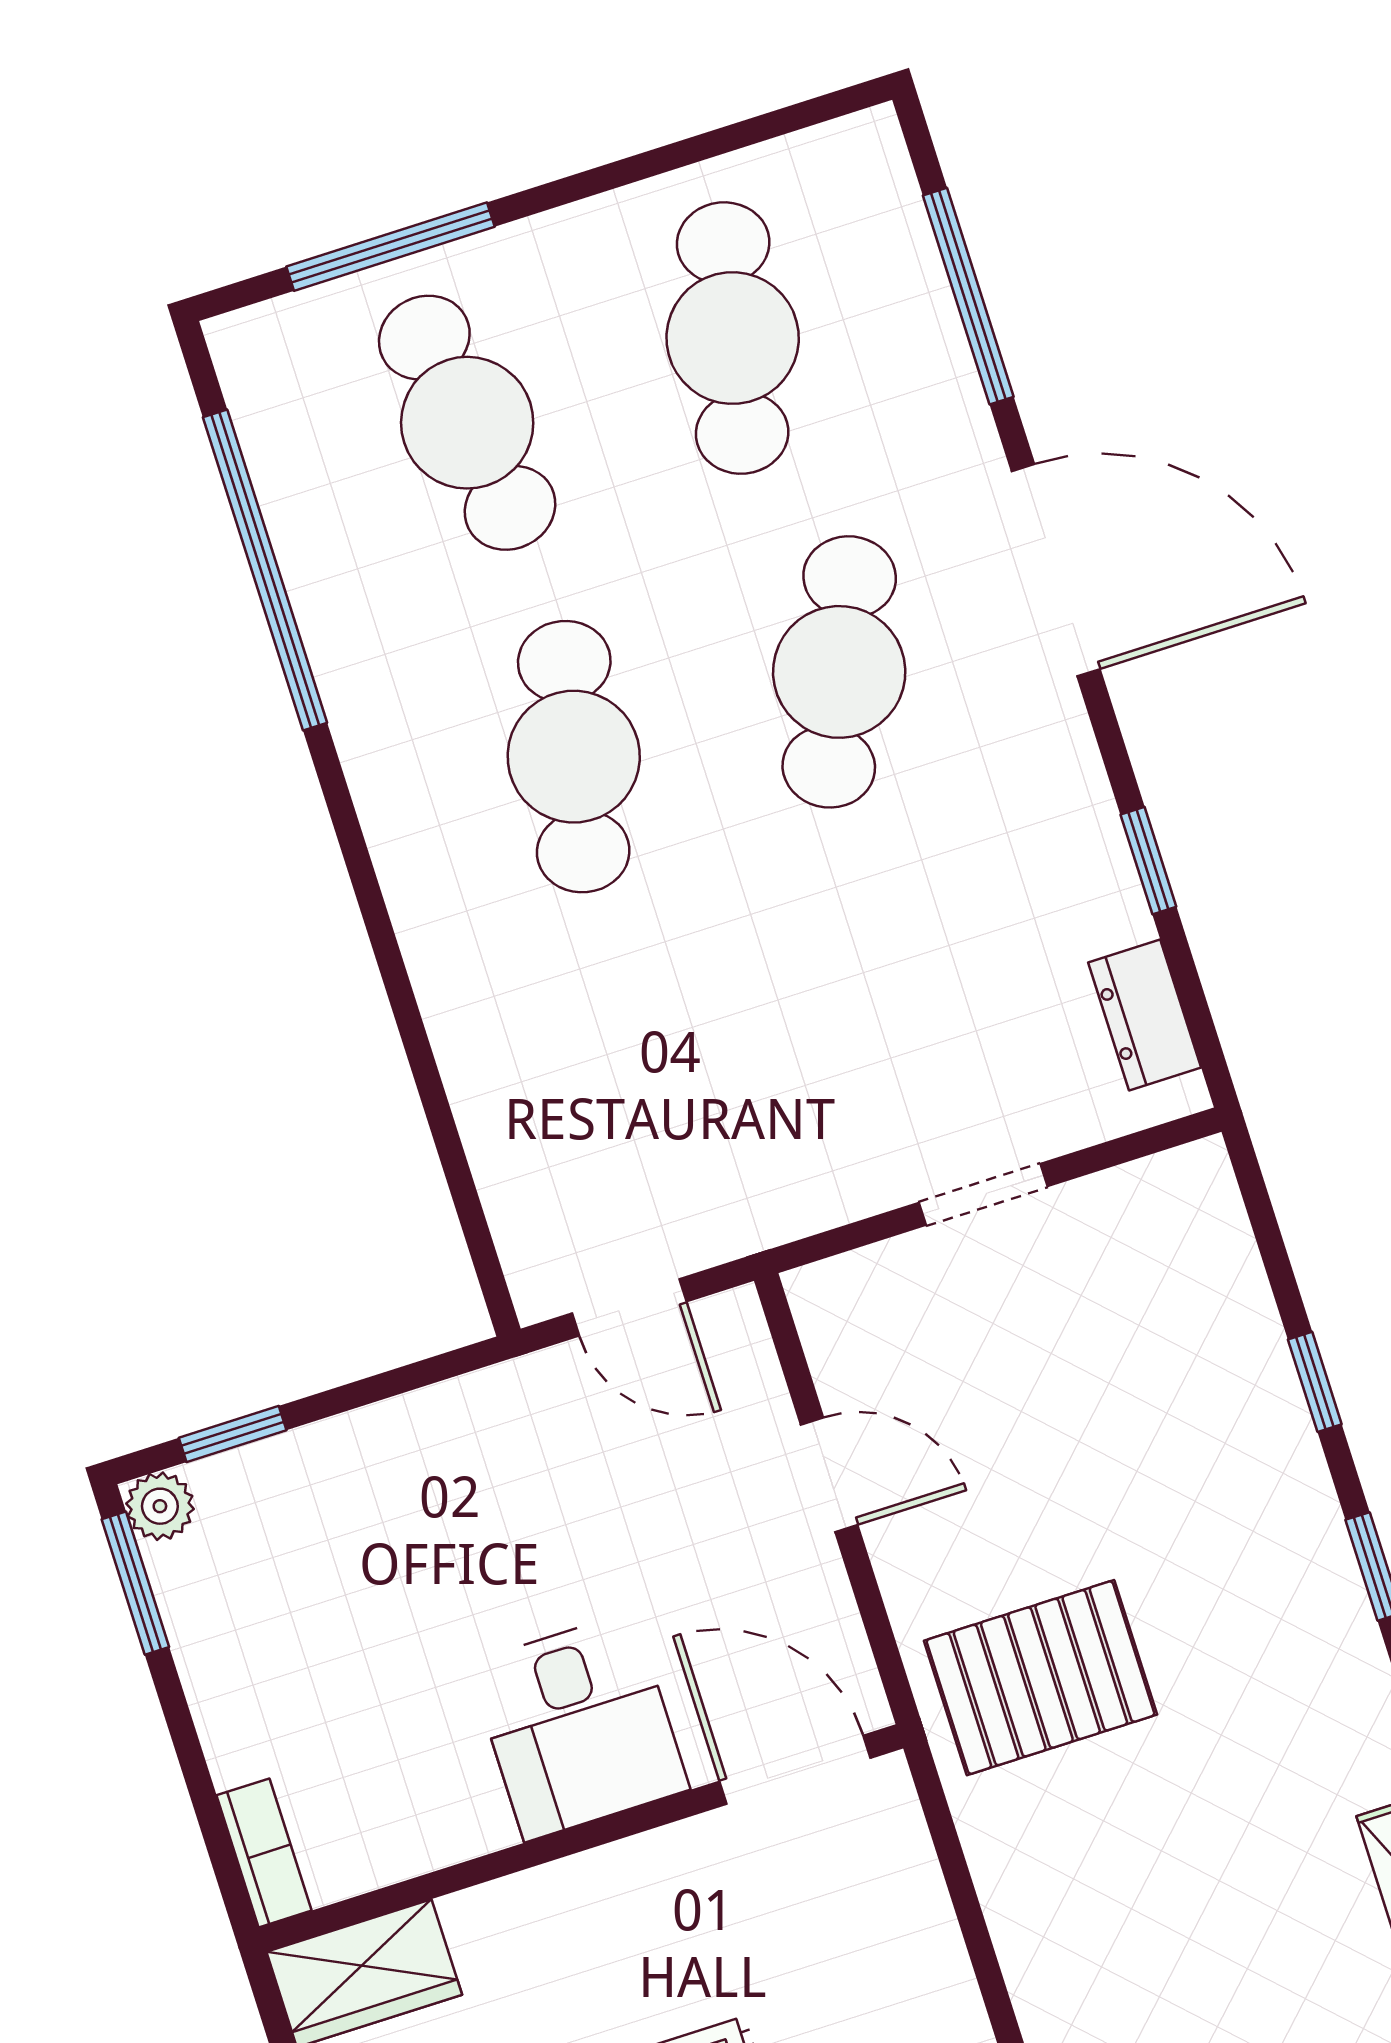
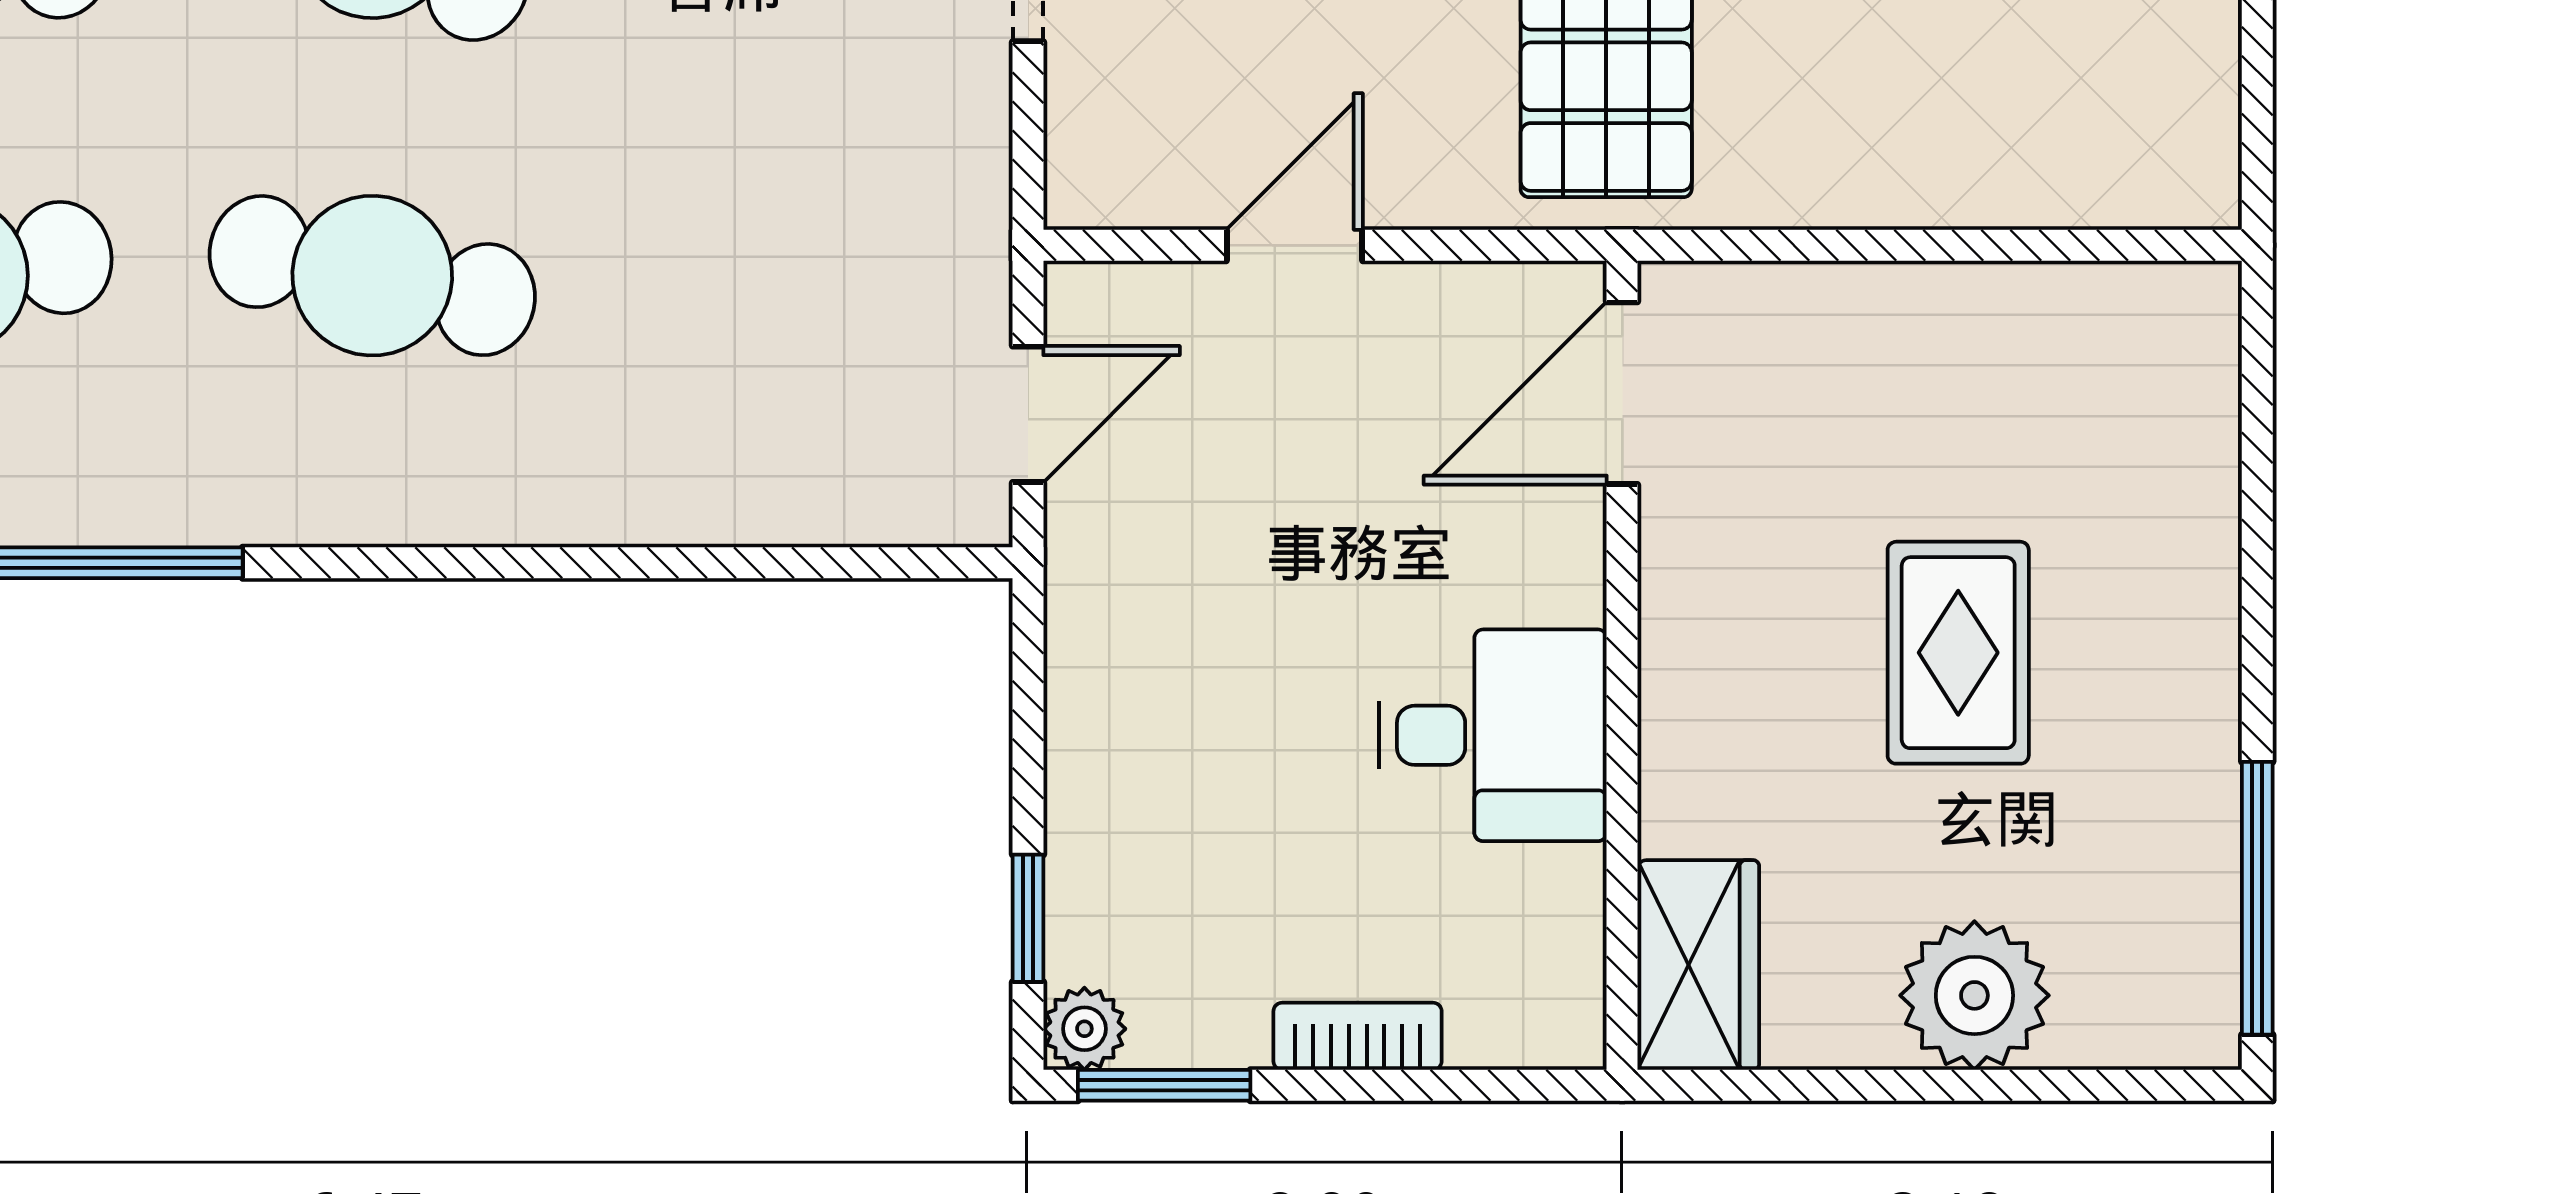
desk: (579, 1726) -> (1493, 735), moved
bookcase: (264, 1853) -> (1358, 1036), moved

